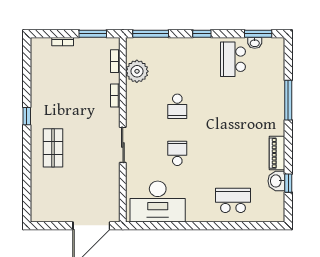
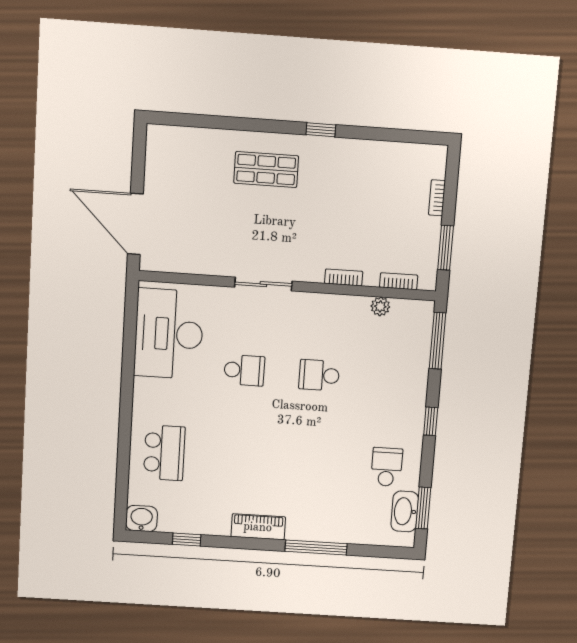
washbasin: (255, 43) -> (405, 511), width x1.91, depth x1.45
school desk: (233, 59) -> (387, 467), width x0.54
plant: (137, 71) -> (380, 306), width x0.53, depth x0.53
piano: (277, 153) -> (258, 527), moved
washbasin: (276, 181) -> (142, 518), moved

